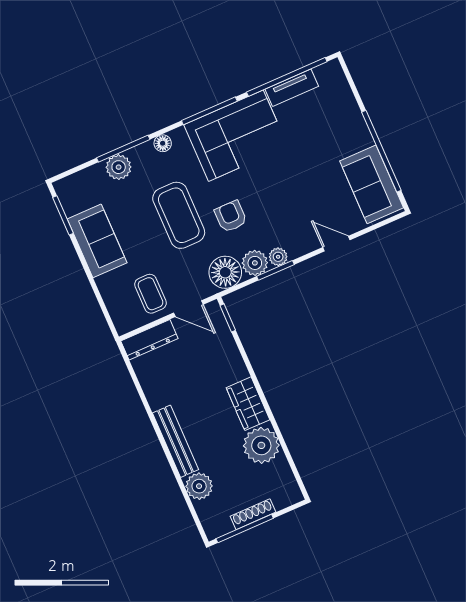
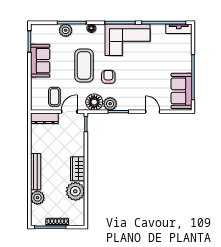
tv unit: (292, 88) -> (179, 29), moved
plant: (278, 257) -> (122, 106), removed
door: (188, 309) -> (69, 112), swing flipped

